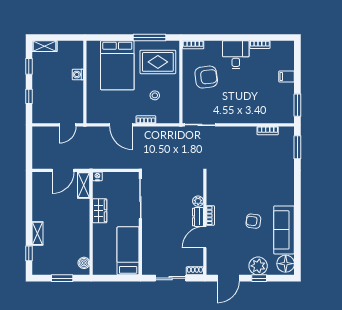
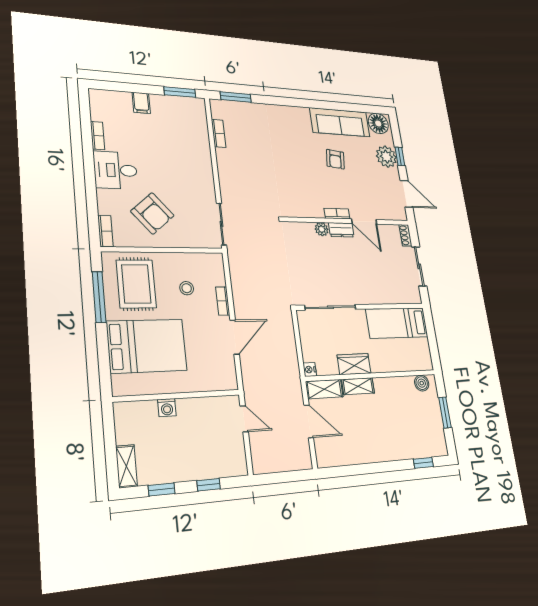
armchair: (206, 77) -> (152, 213), turned 146
shelving: (37, 233) -> (358, 386), moved

